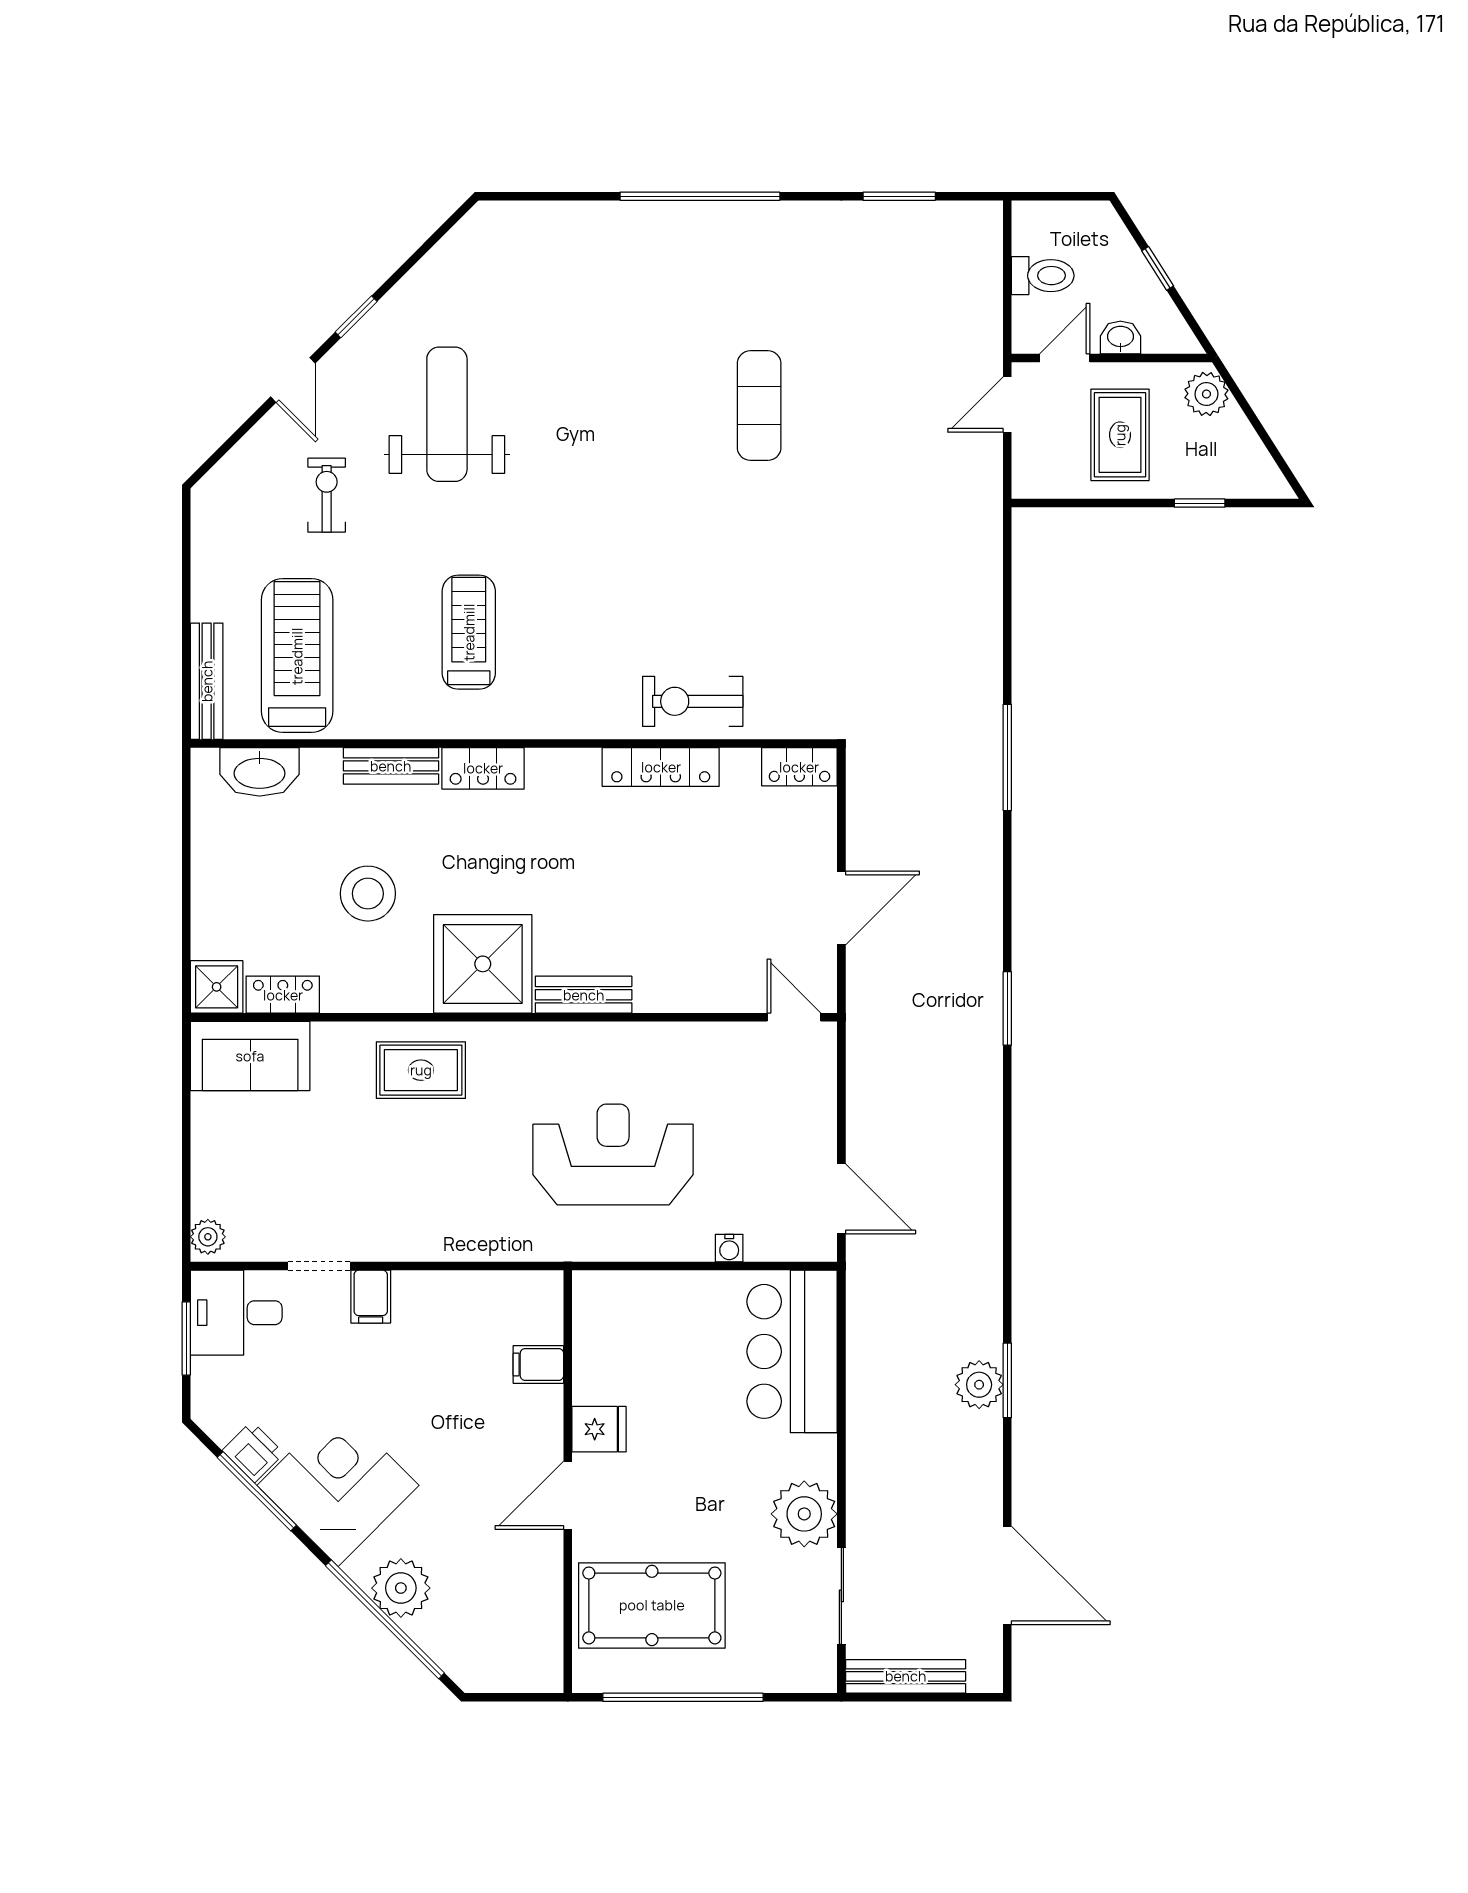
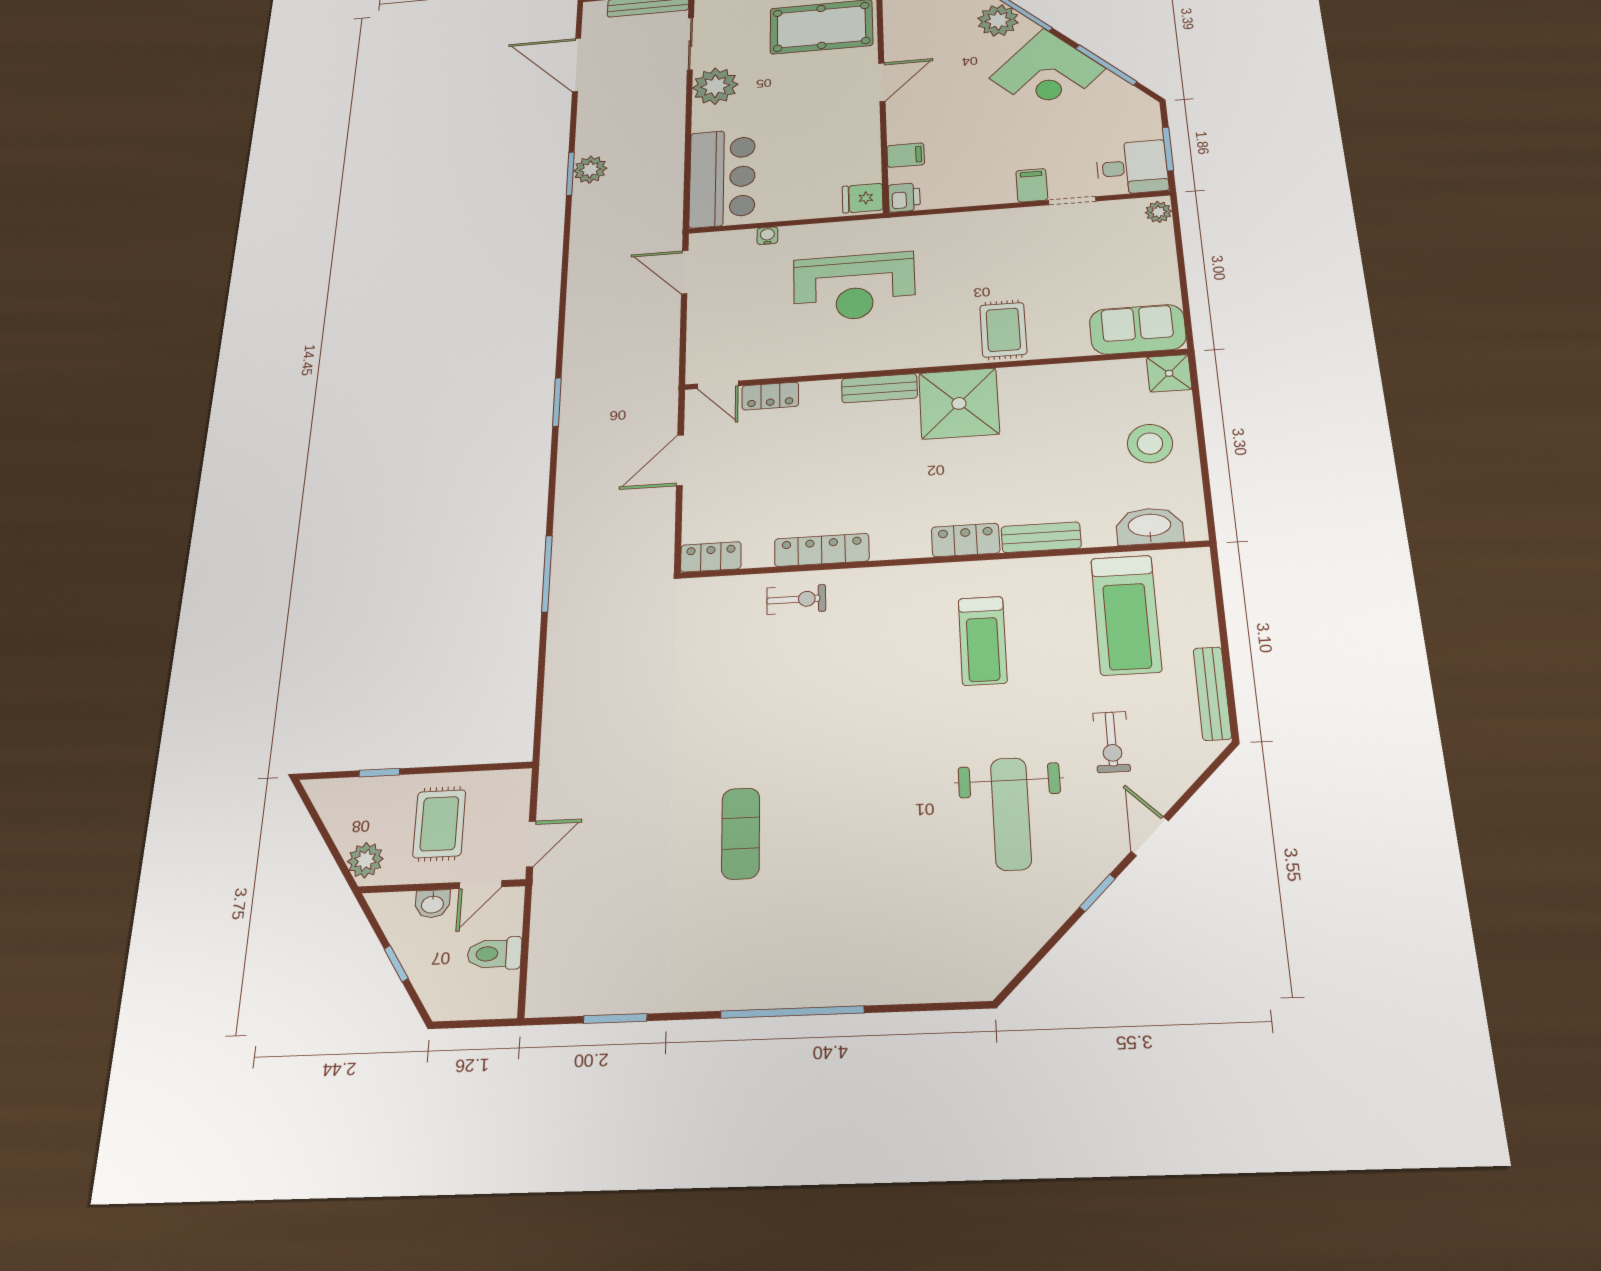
bench: (207, 681) -> (1212, 693), moved
exercise bike: (693, 701) -> (796, 599), width x0.73, depth x0.72
stool: (368, 894) -> (1150, 444), moved
locker: (283, 995) -> (770, 396), moved
rug: (421, 1070) -> (1003, 330), turned 90
fridge: (599, 1429) -> (863, 198), moved
printer: (253, 1452) -> (904, 198), moved, turned -135

